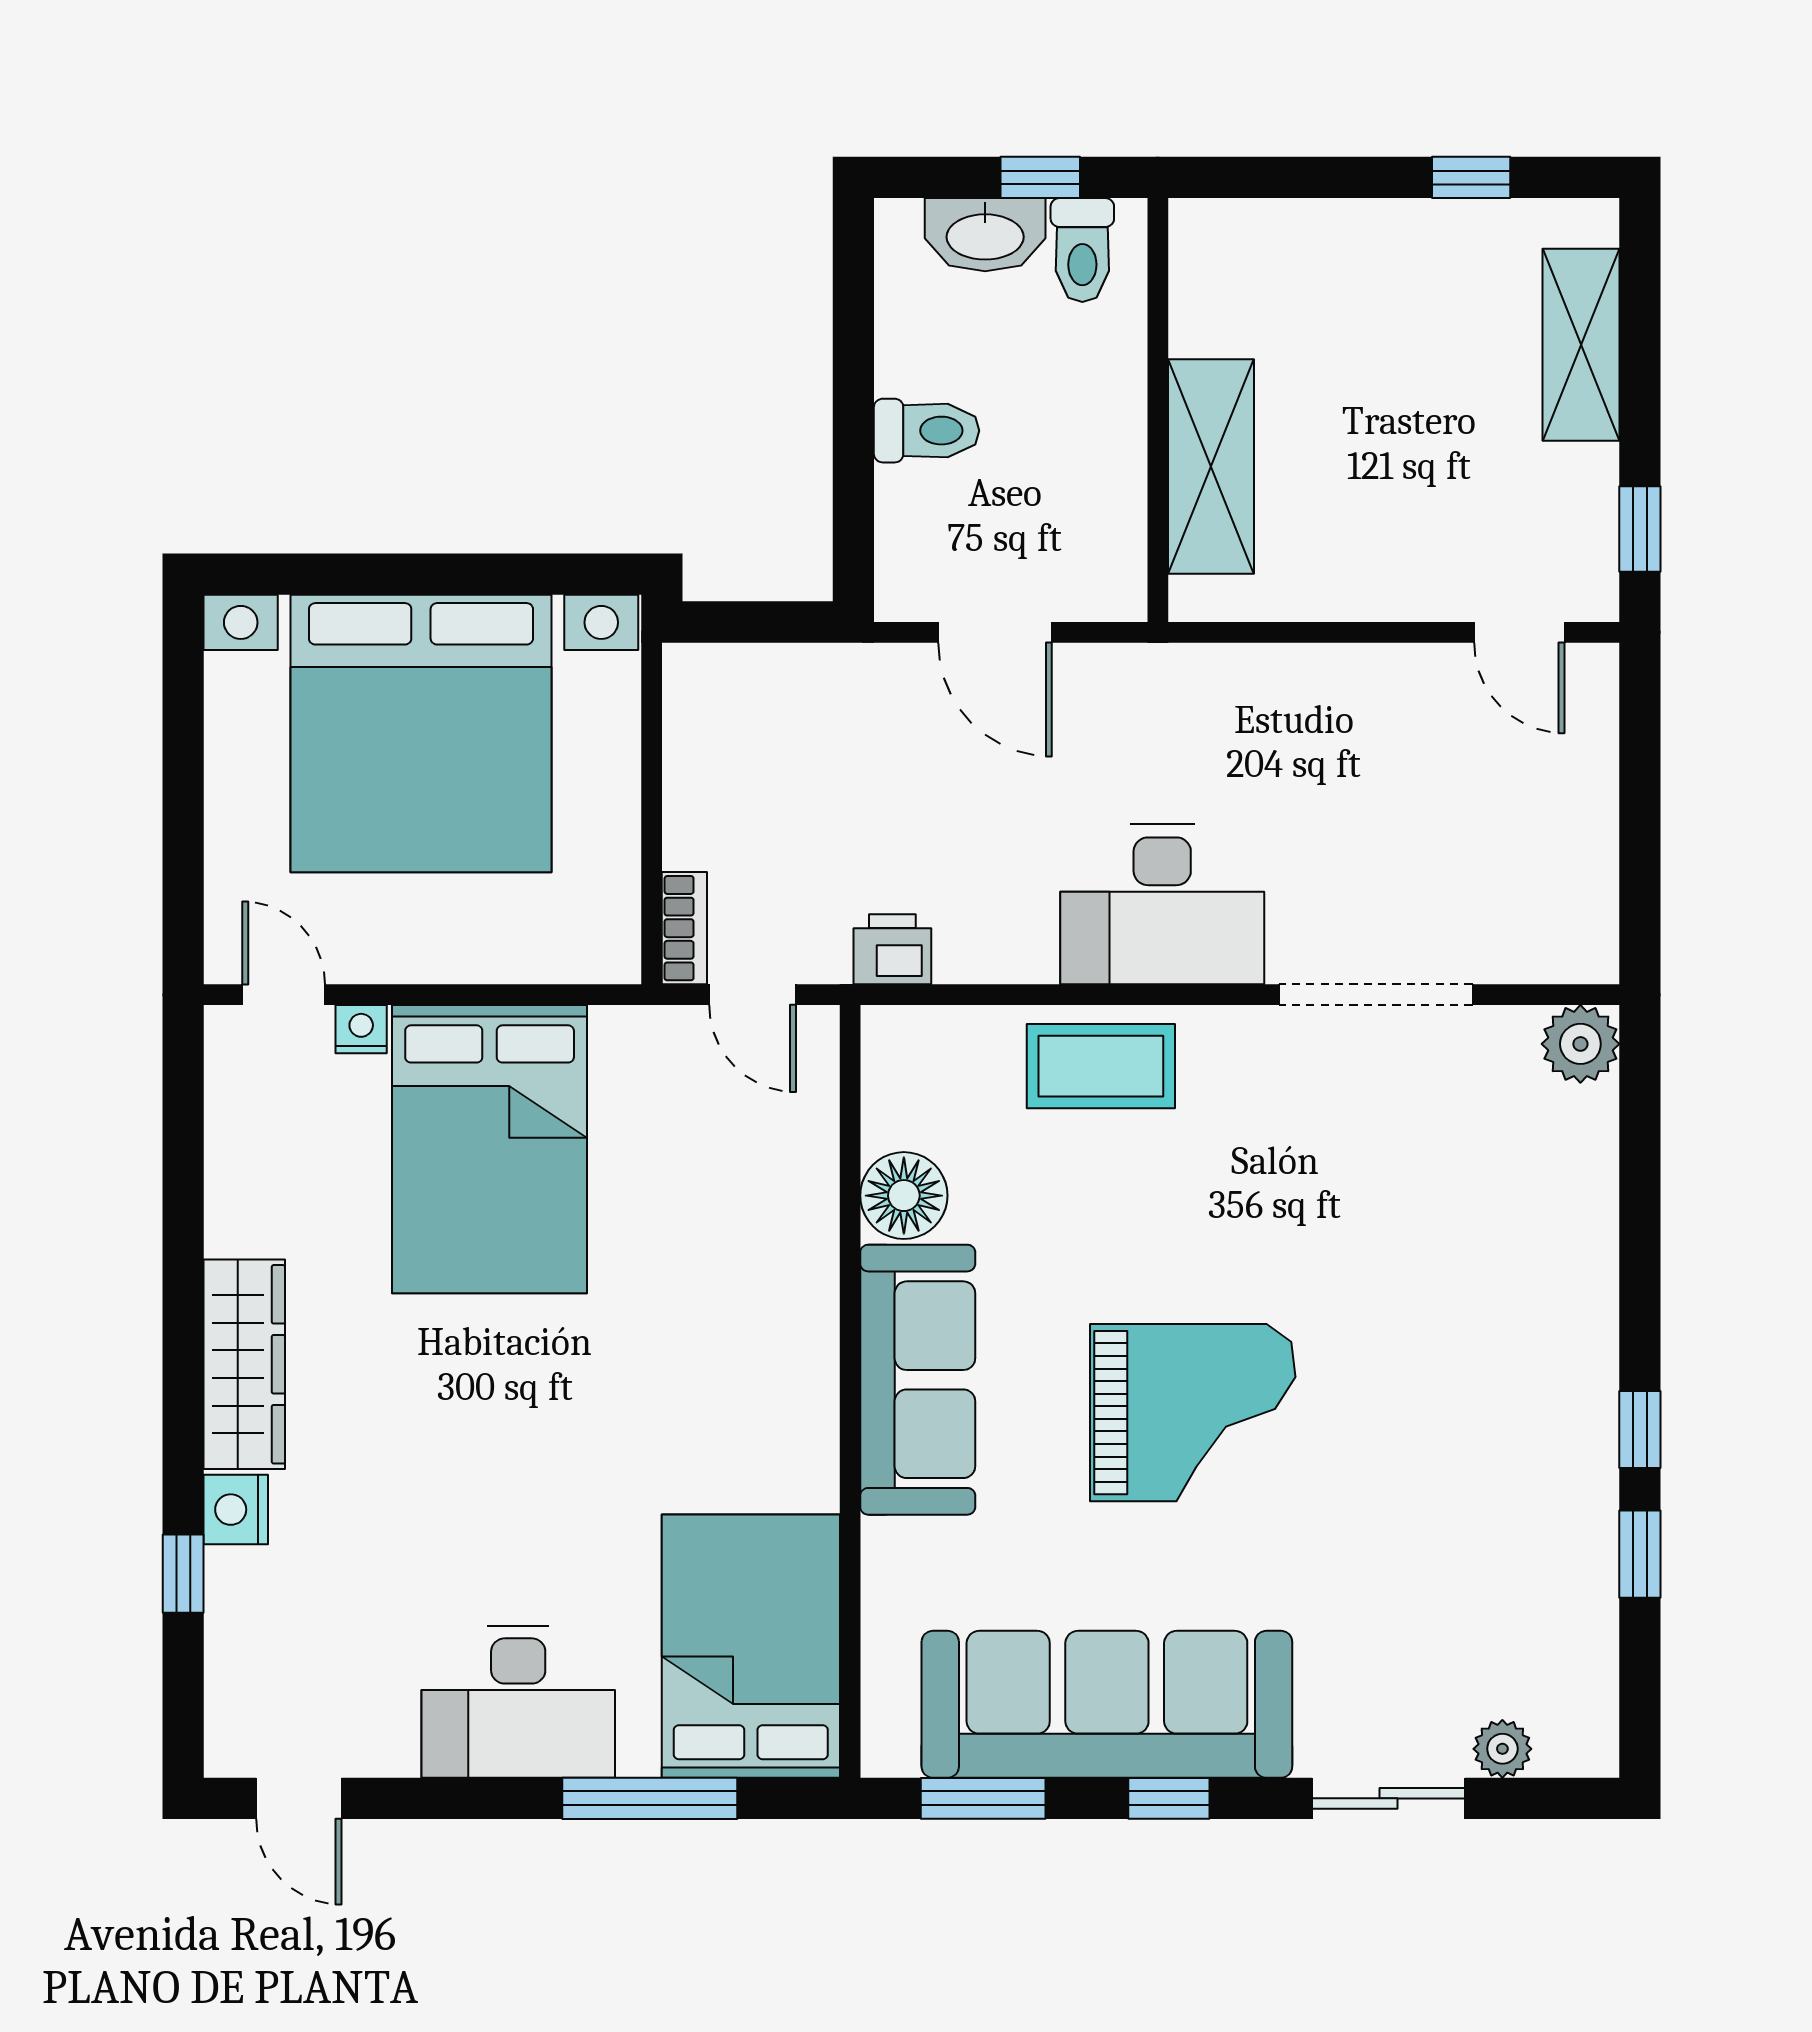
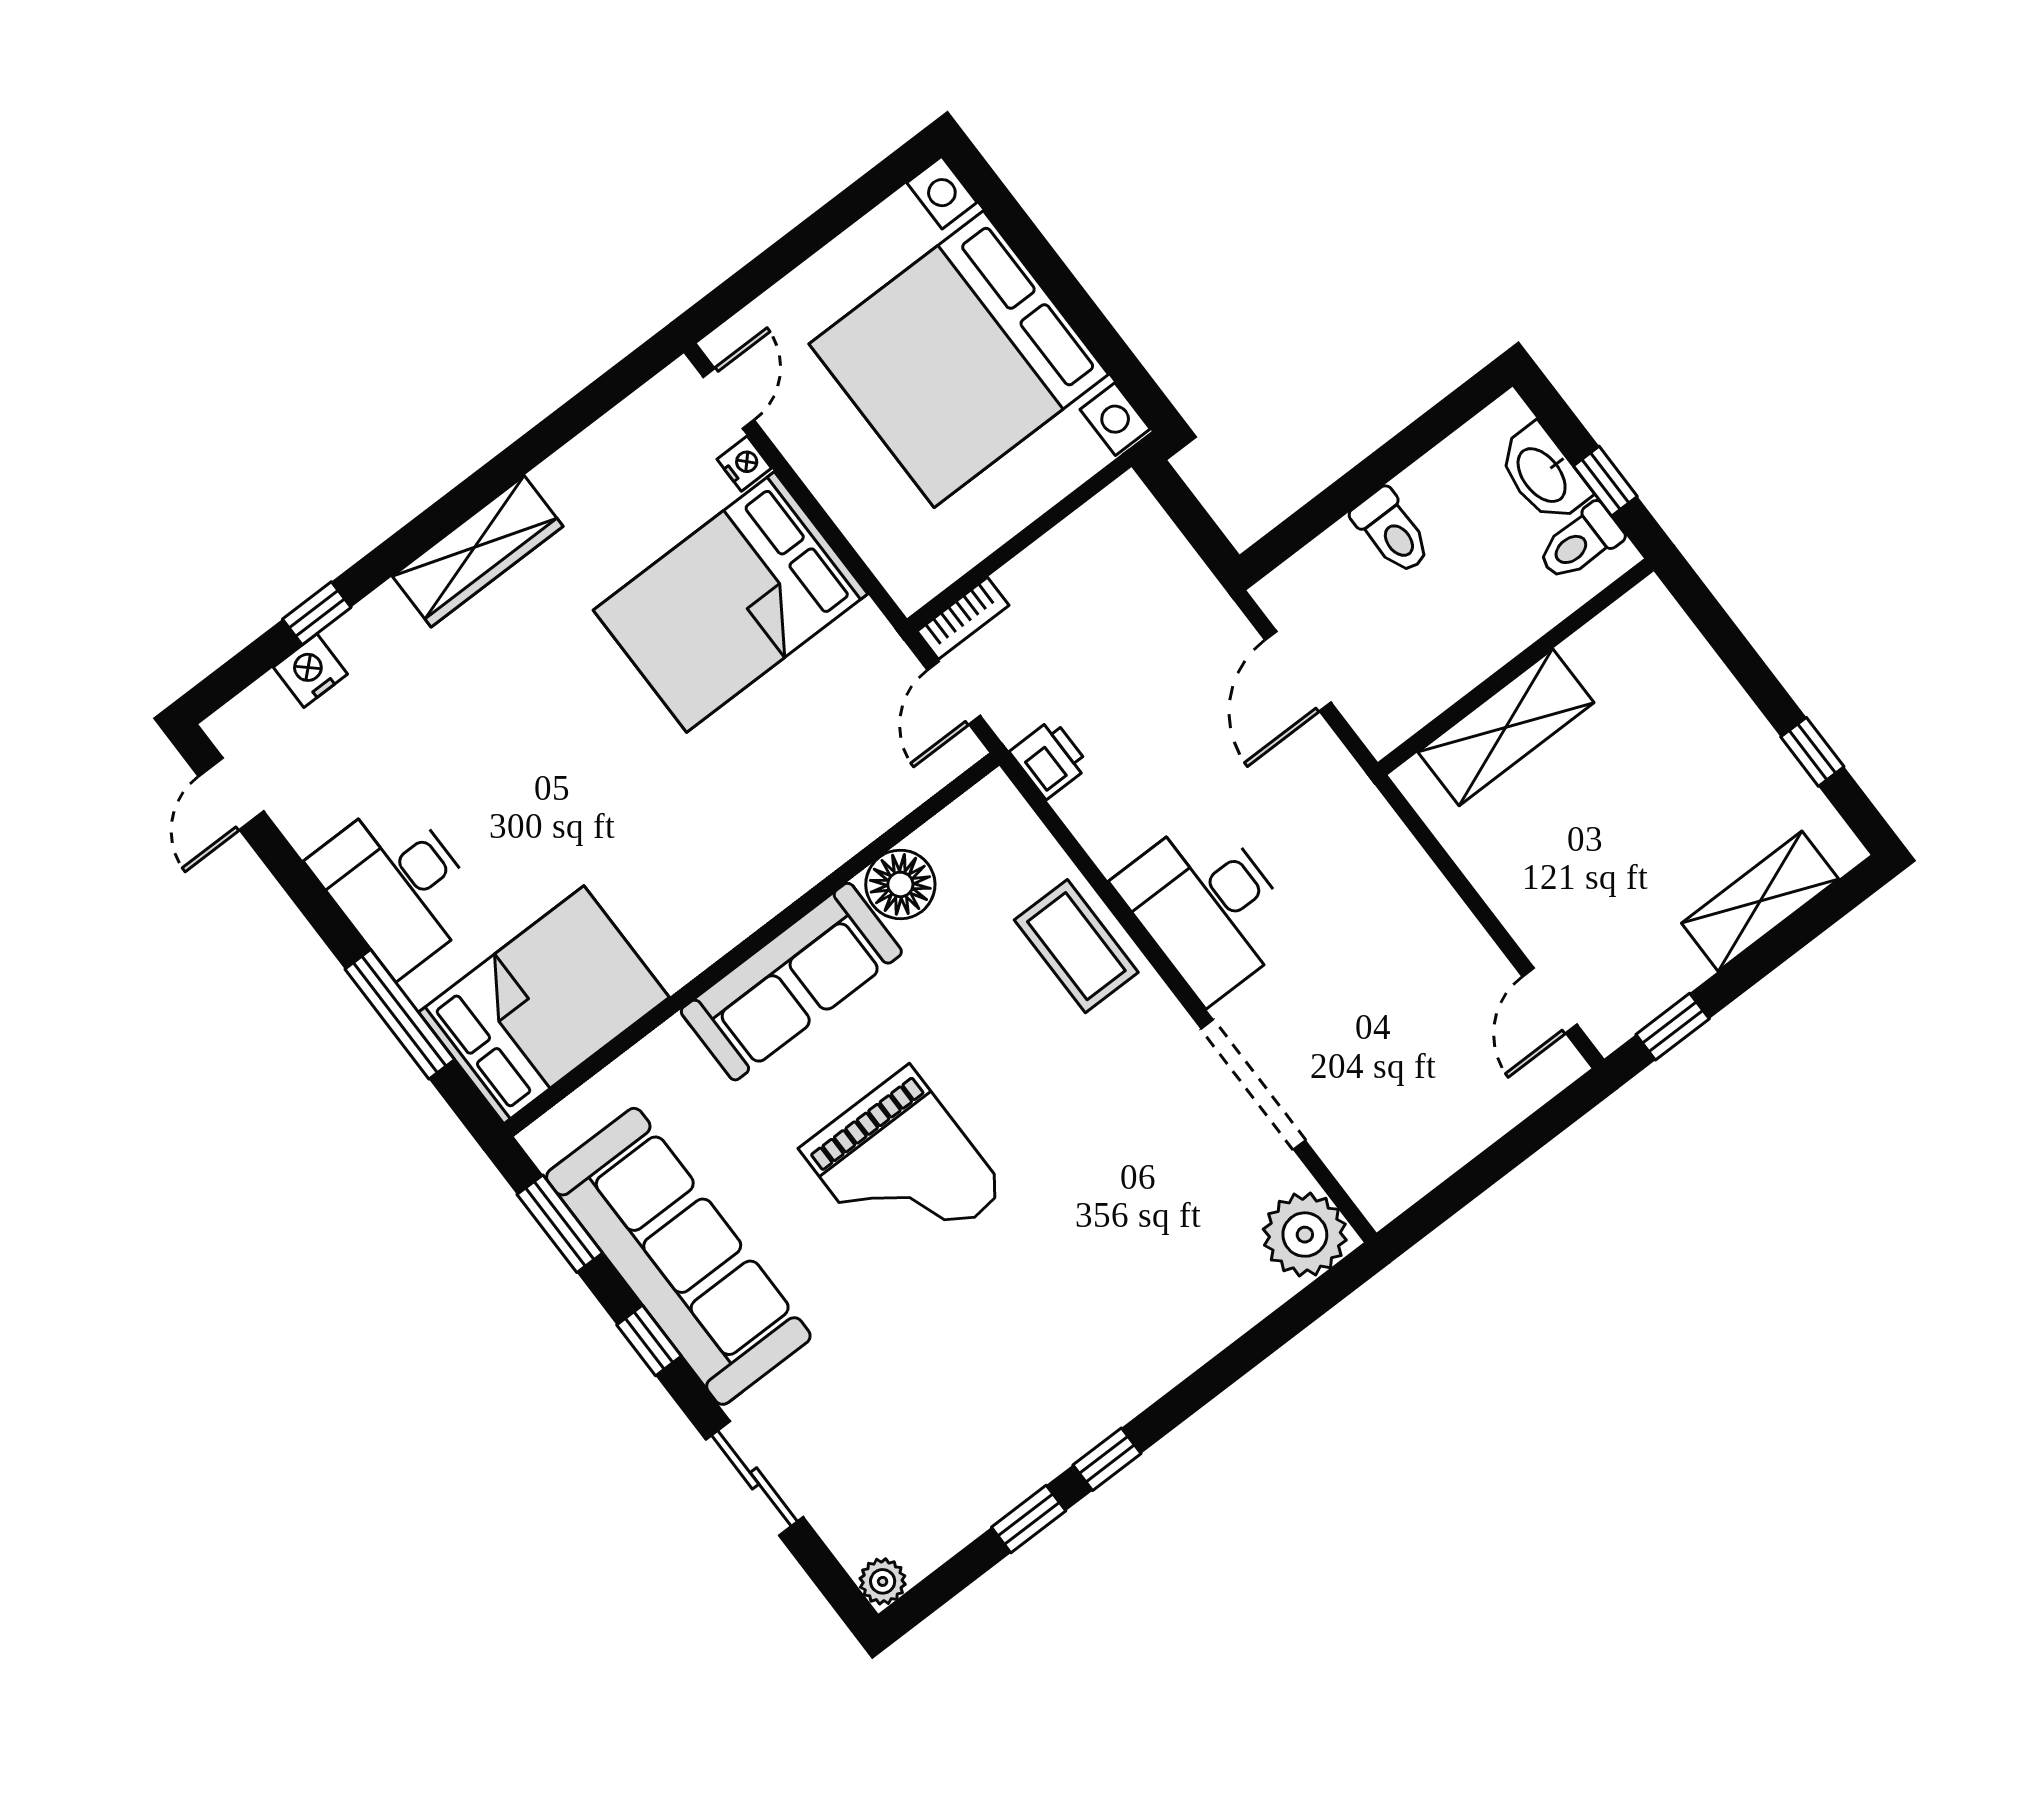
plant: (1580, 1044) -> (1305, 1235), width x1.36, depth x1.36
nightstand: (236, 1510) -> (310, 671), moved
plant: (1502, 1749) -> (883, 1581), moved

